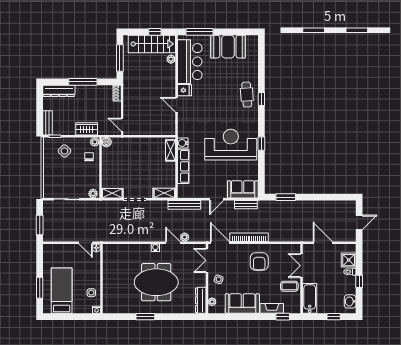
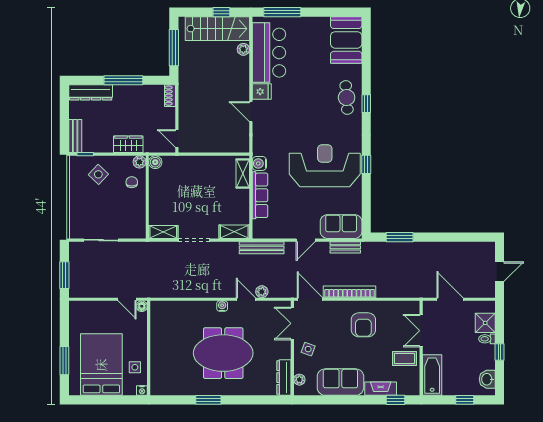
booth: (228, 47) -> (346, 40), moved, turned 90
plant: (93, 194) -> (137, 232), removed
bed: (62, 291) -> (101, 365), width x1.50

